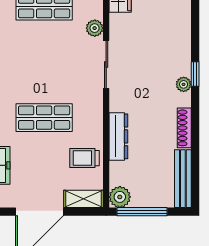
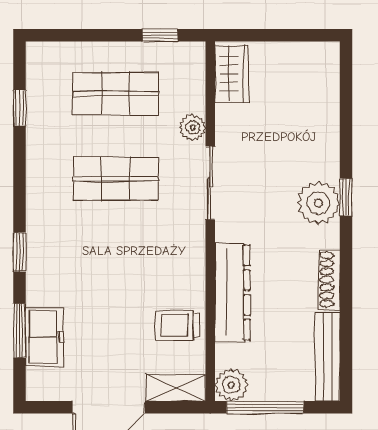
plant: (184, 84) -> (318, 203), width x1.88, depth x1.88
shop shelf: (44, 118) -> (116, 179), moved
dresser: (118, 136) -> (232, 292), width x1.37, depth x1.24

